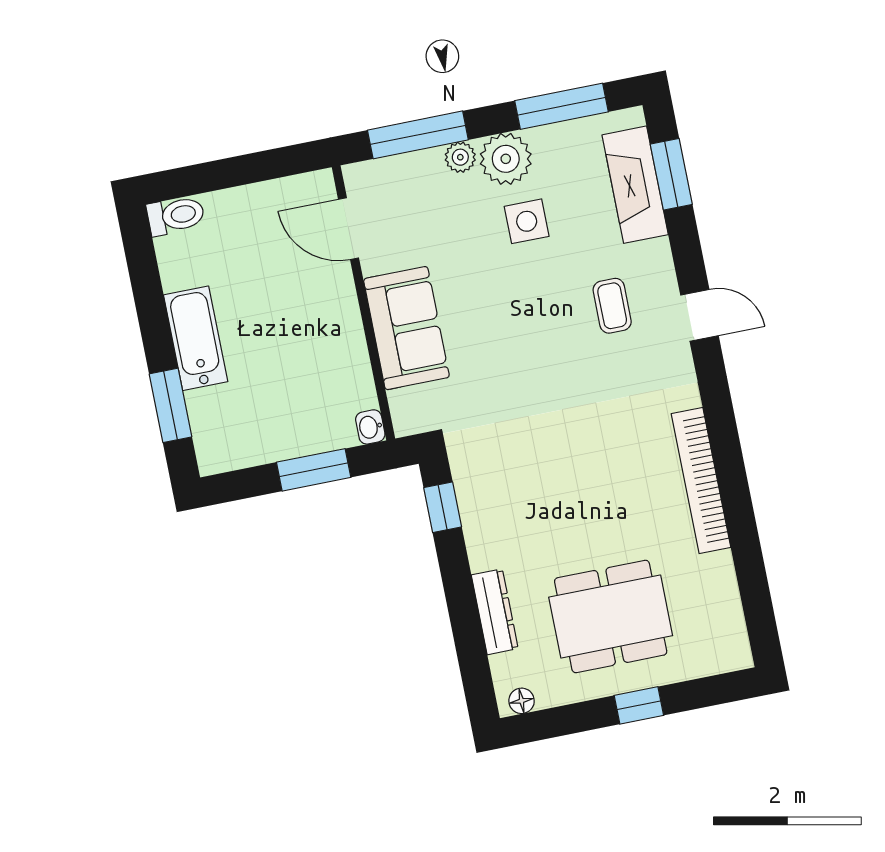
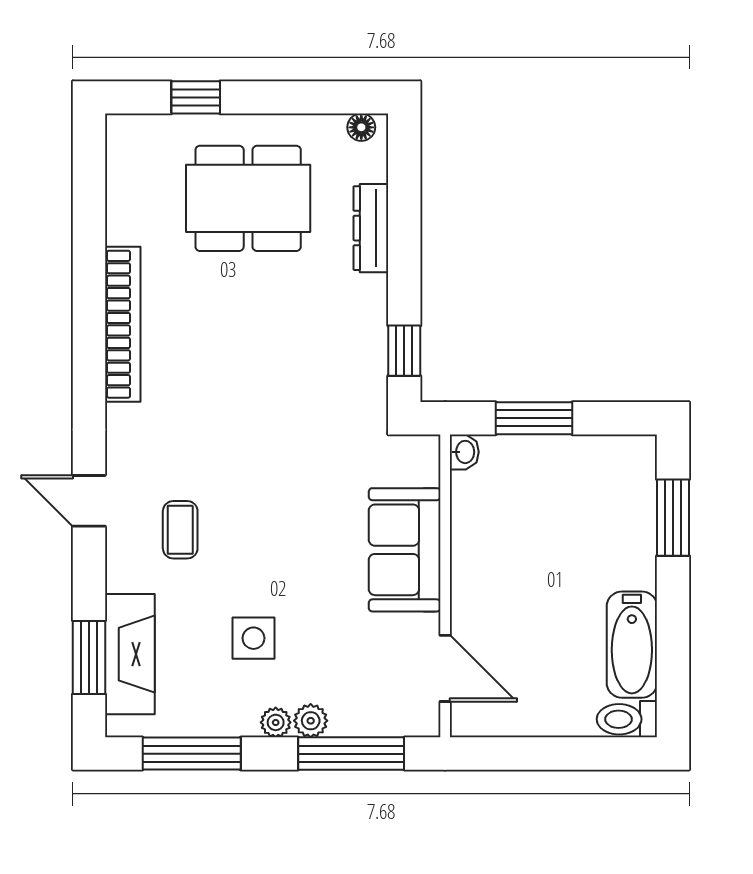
plant: (506, 159) -> (276, 722), width x0.53, depth x0.53
bathtub: (196, 338) -> (632, 645), moved
window: (639, 705) -> (196, 97), moved

